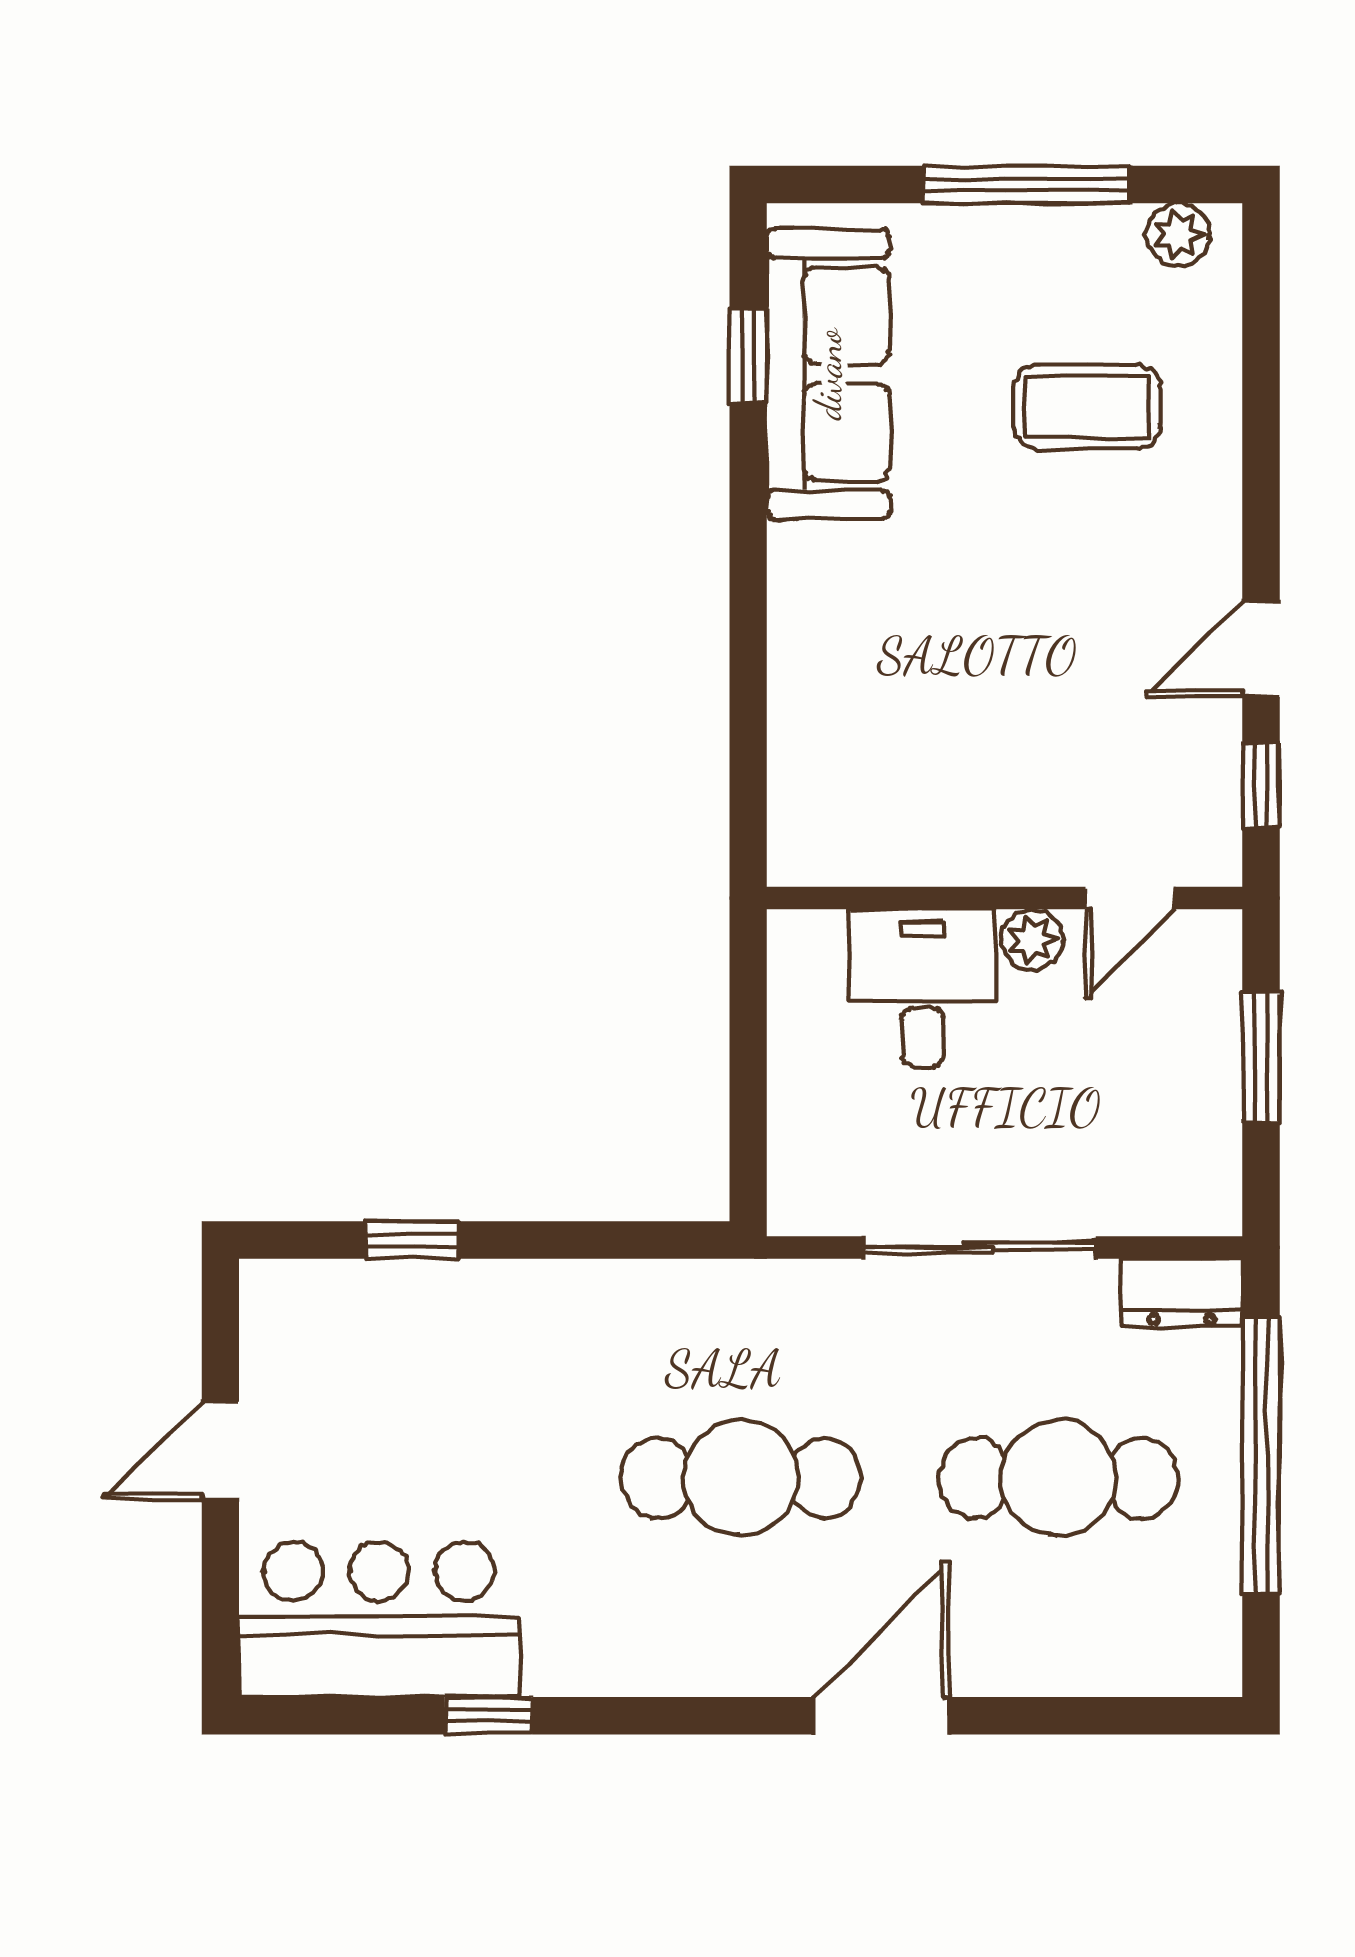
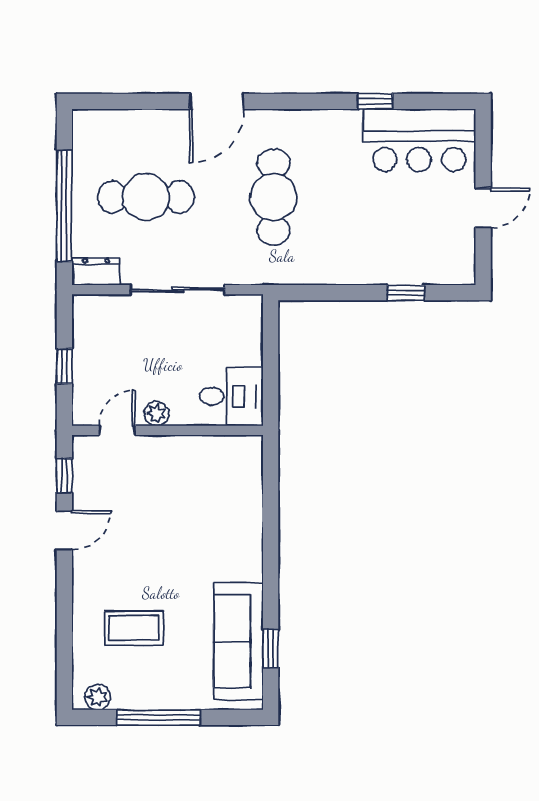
desk: (923, 988) -> (231, 396), moved, turned -90
window: (1261, 1057) -> (64, 366), width x0.67
cafe table: (741, 1478) -> (274, 197), turned 90

